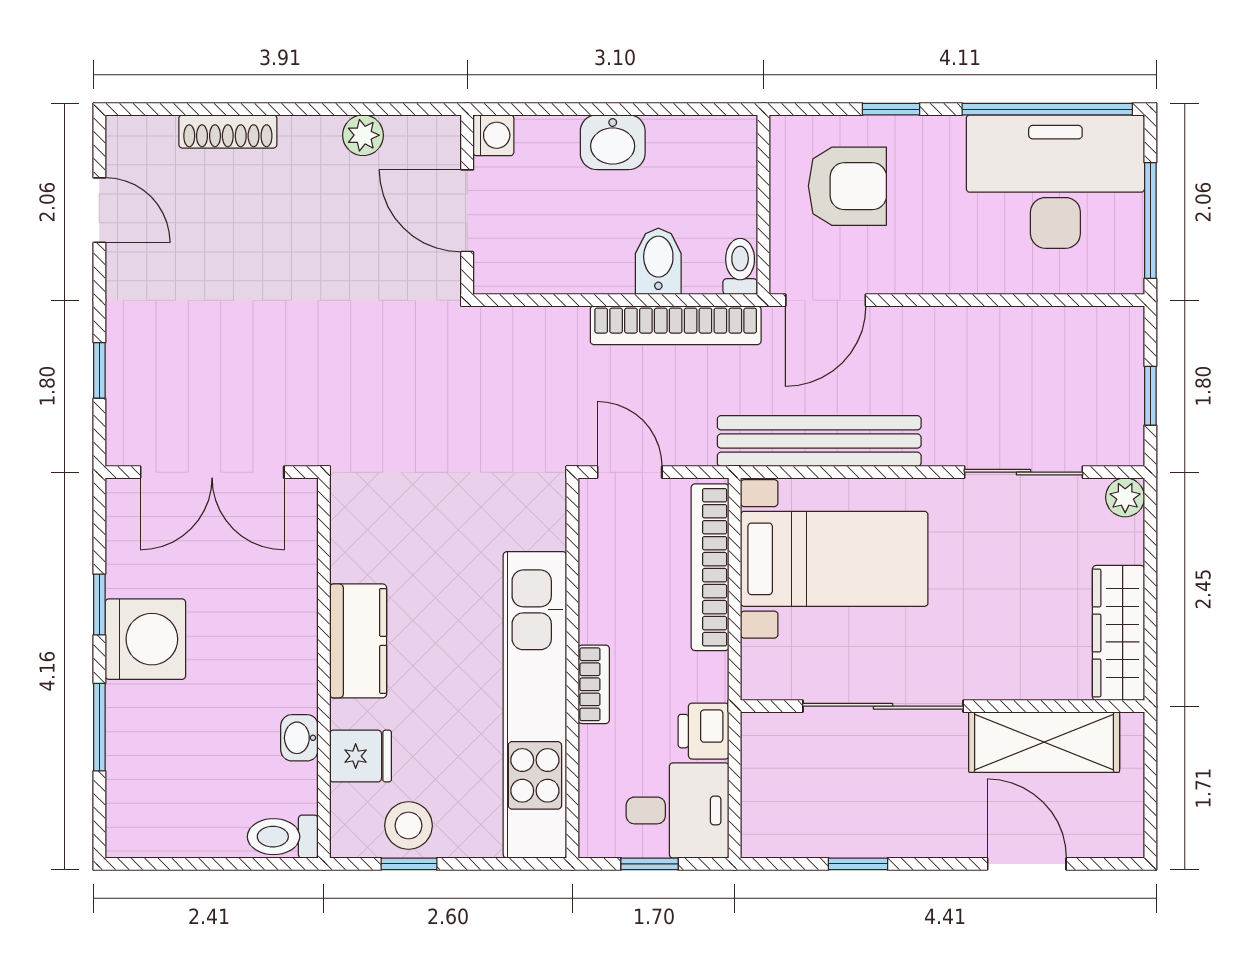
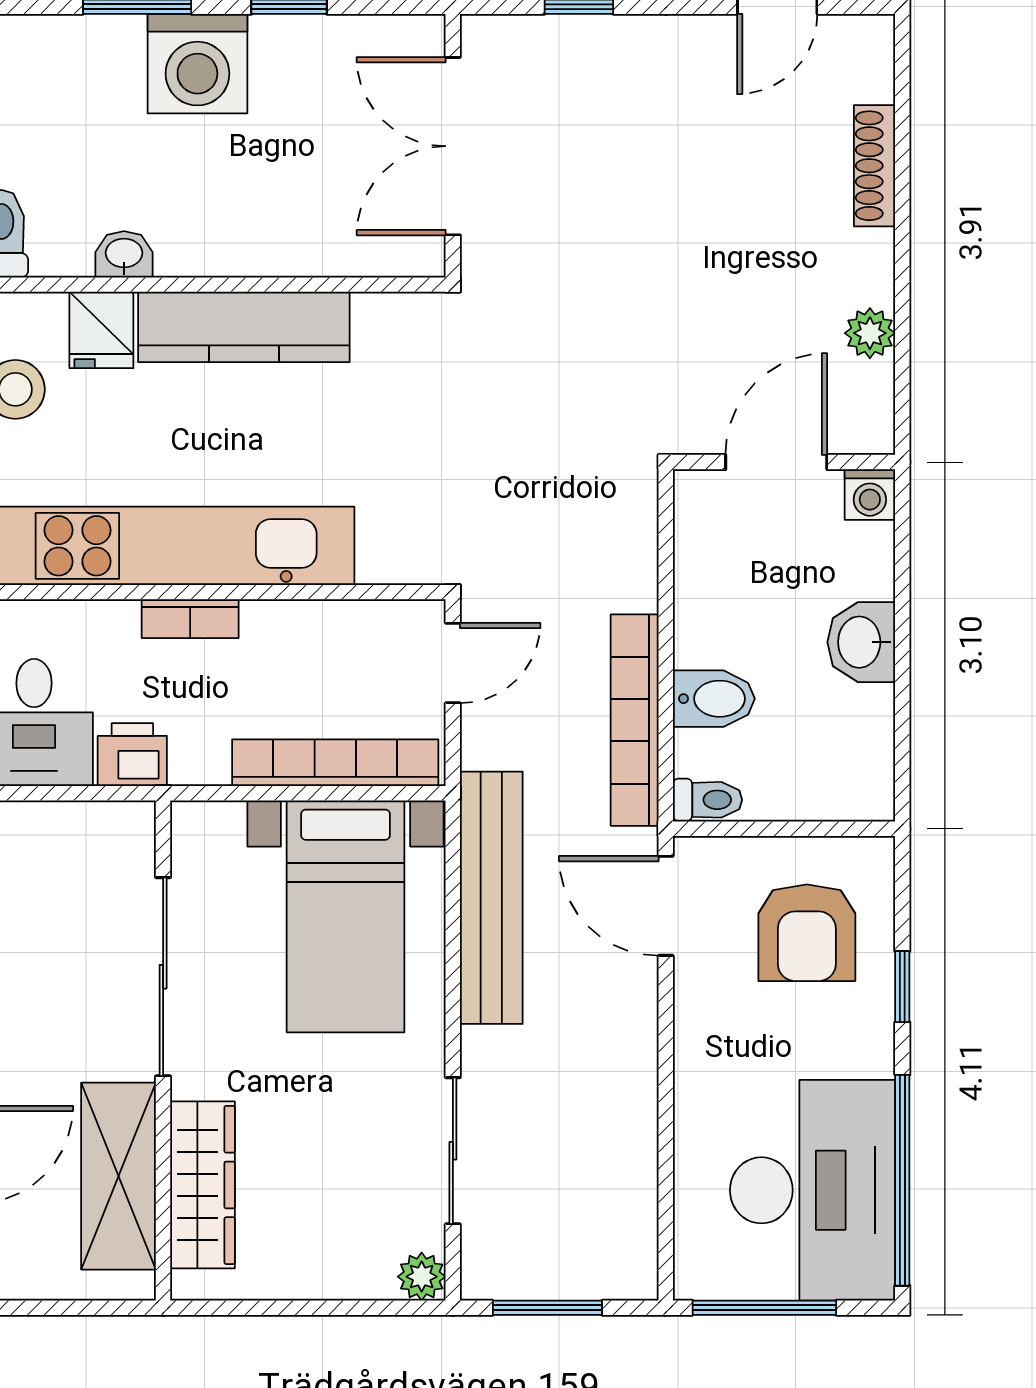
window: (1150, 396) -> (547, 1308), width x1.50
wardrobe: (1119, 633) -> (202, 1185), moved, turned 90
washing machine: (145, 639) -> (197, 64), moved
kitchen counter: (358, 641) -> (244, 327), width x1.50

